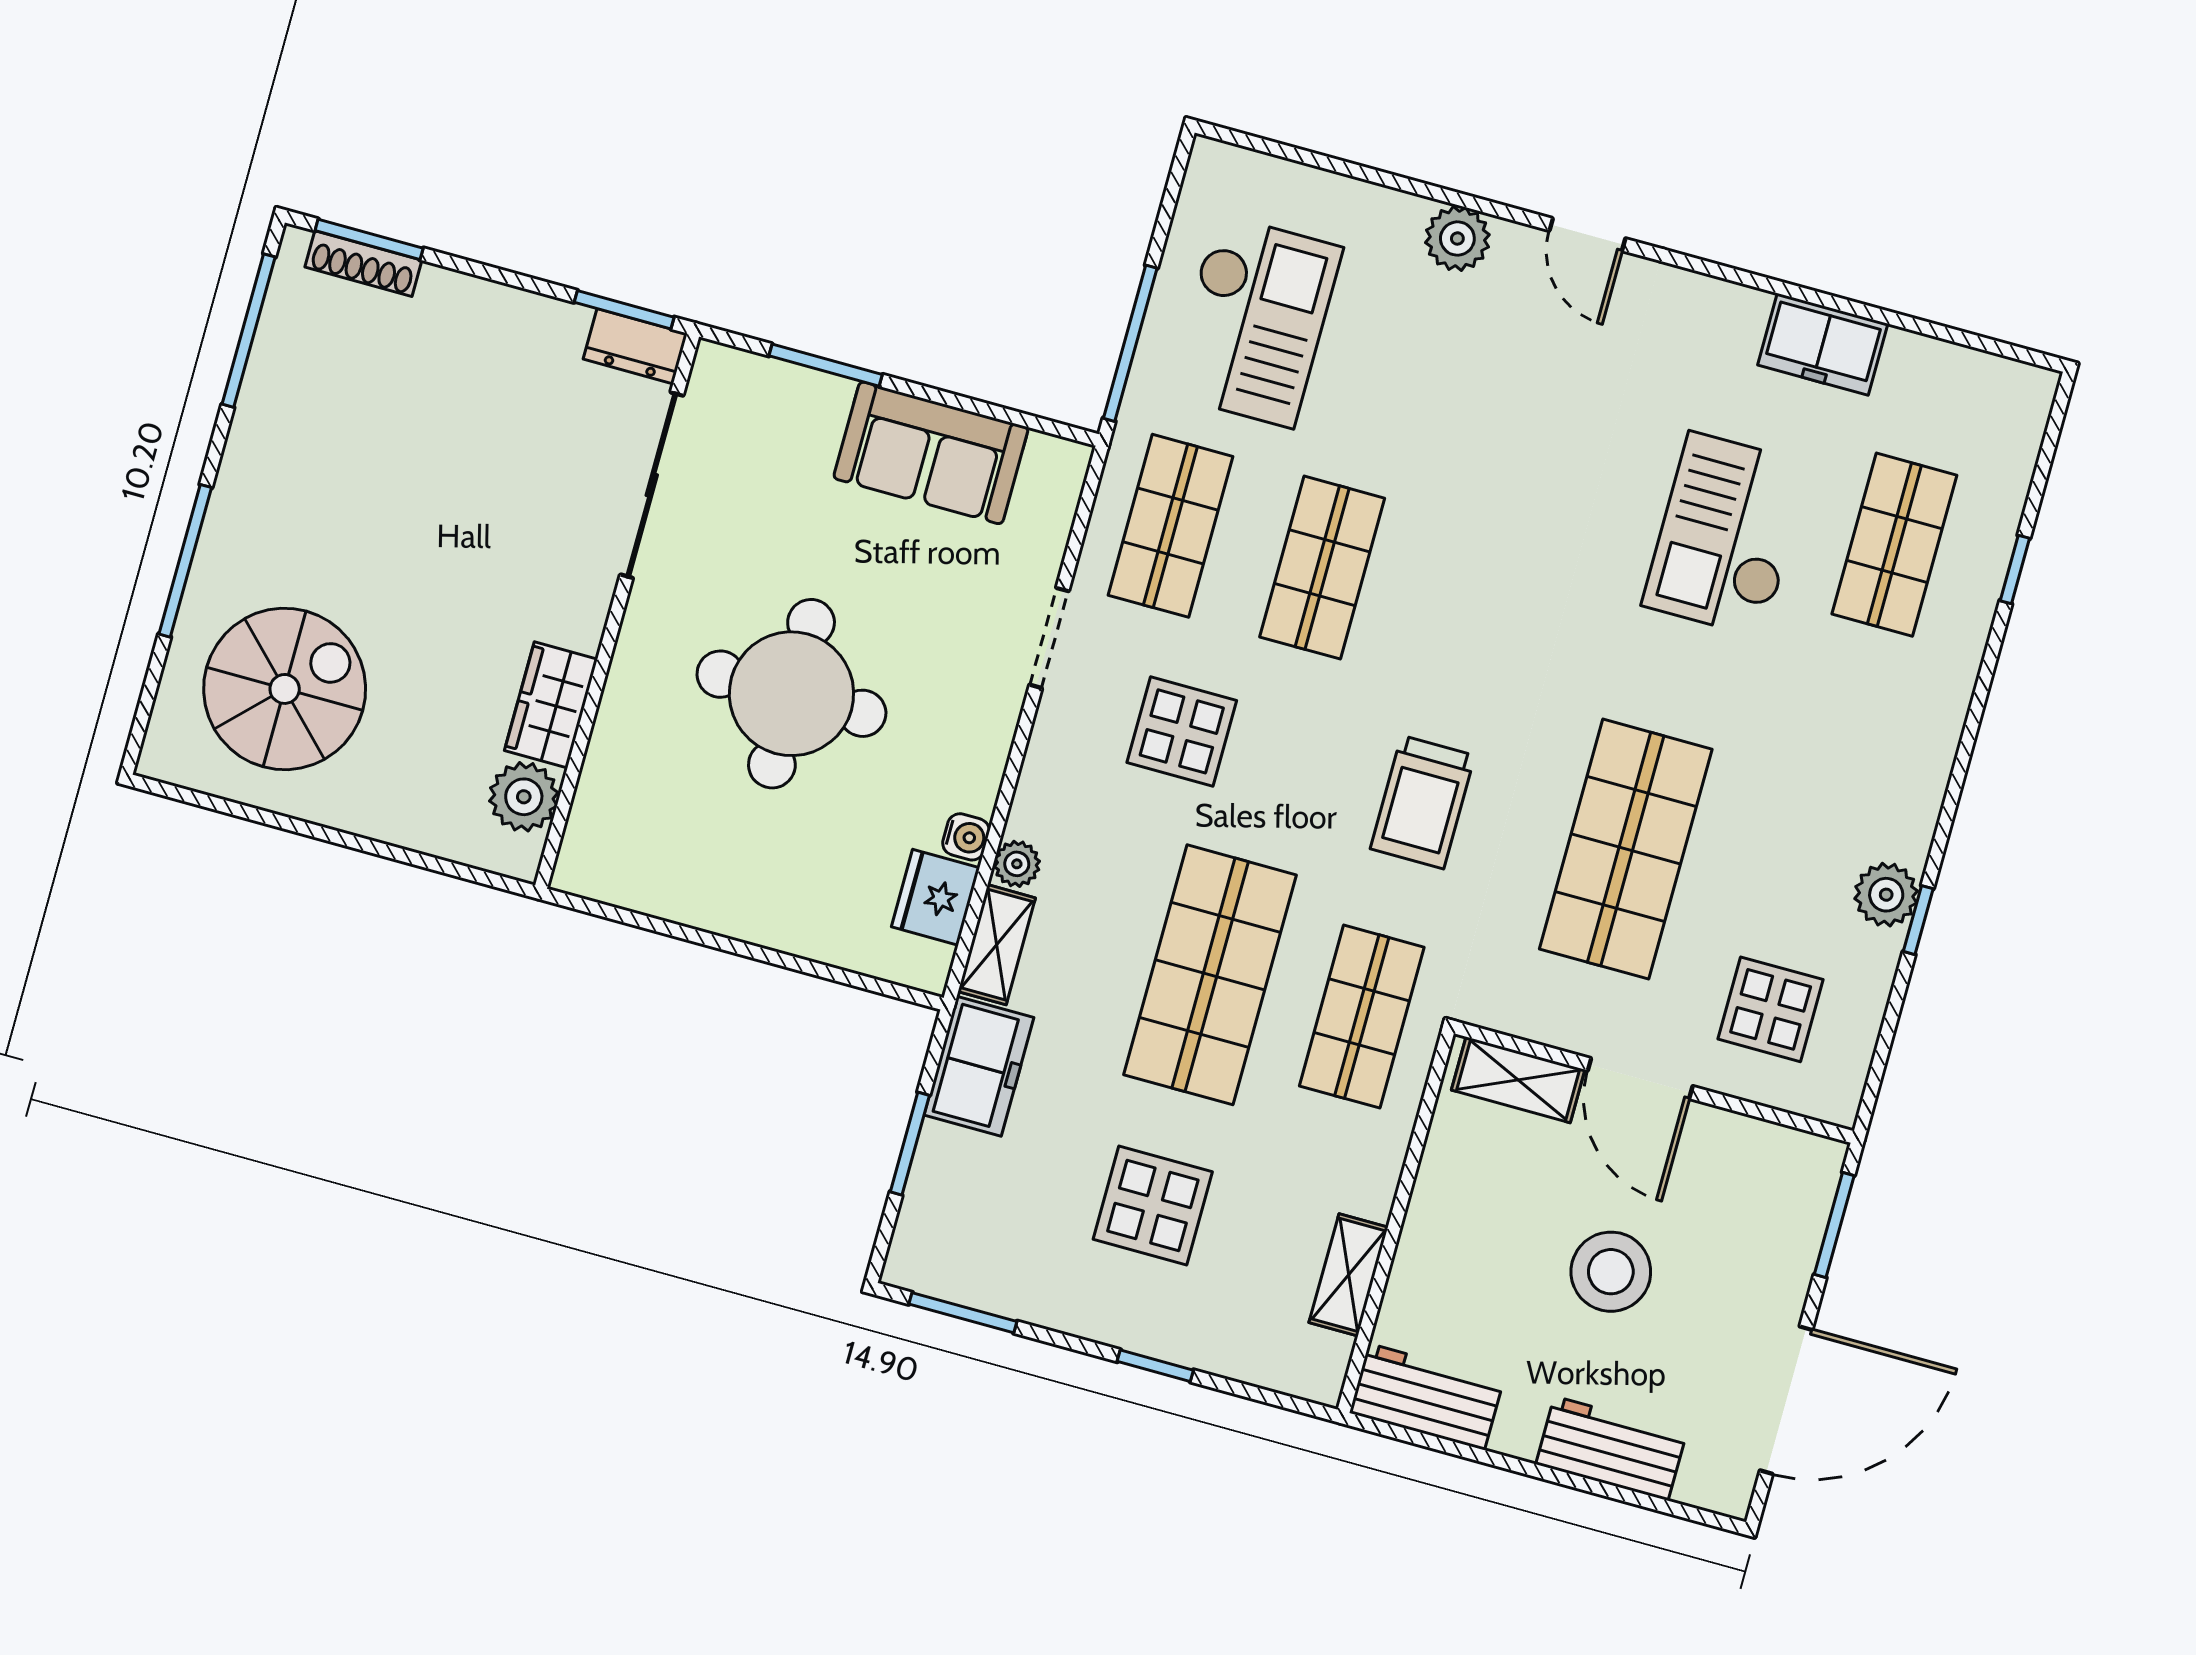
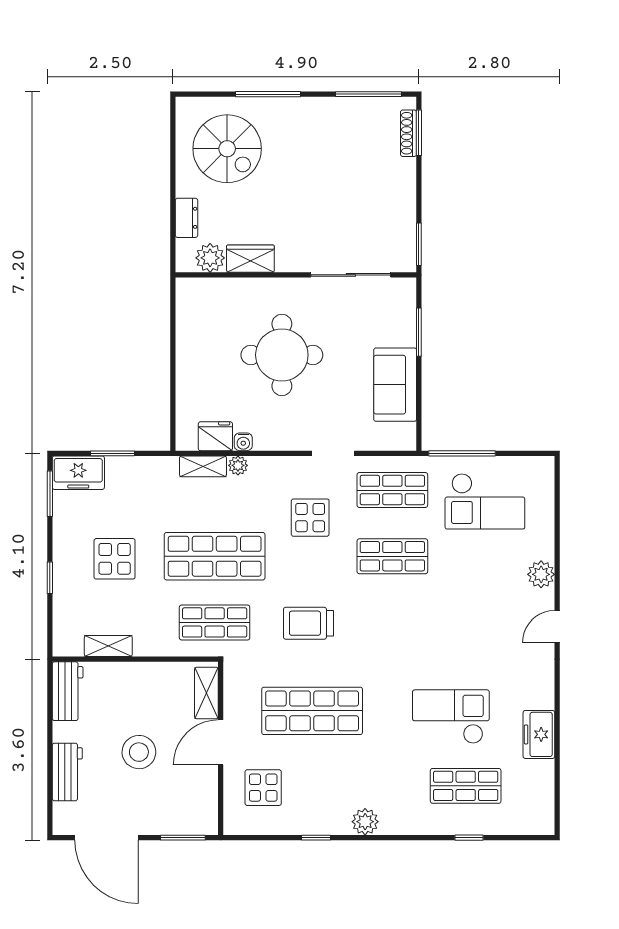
dresser: (635, 346) -> (186, 218), moved, turned 180
plant: (1886, 895) -> (365, 822), moved
freezer: (979, 1066) -> (78, 473), moved

